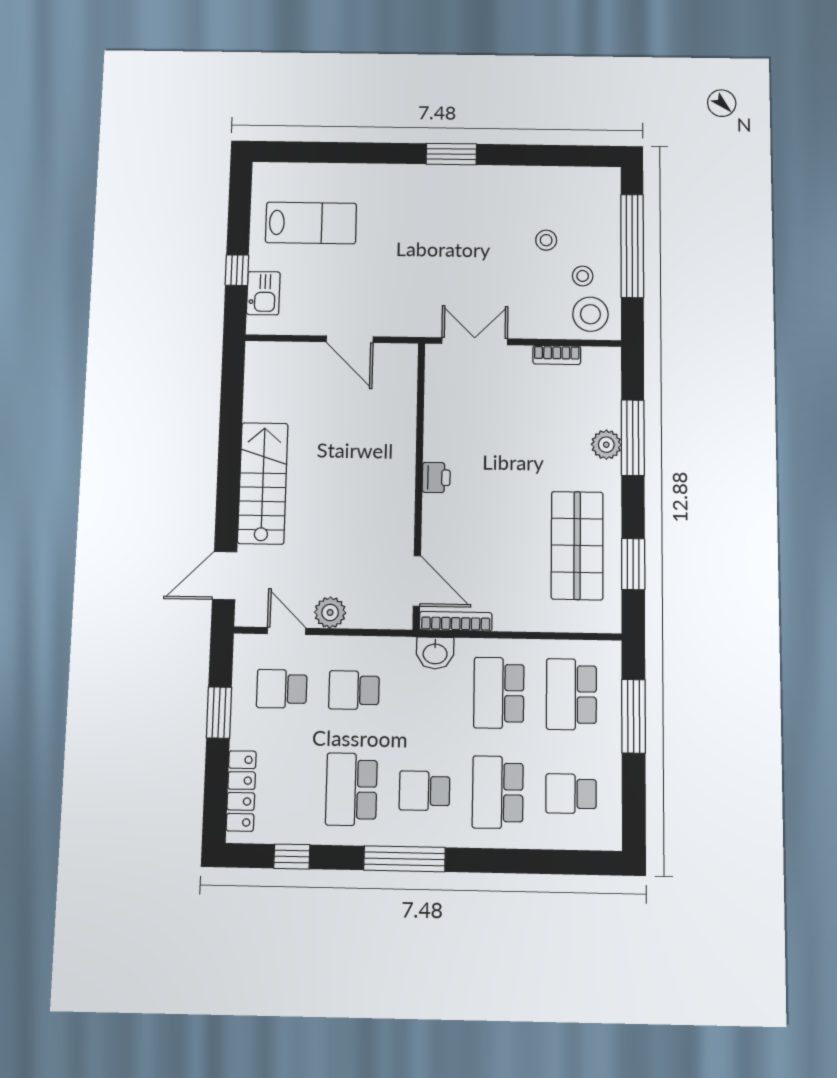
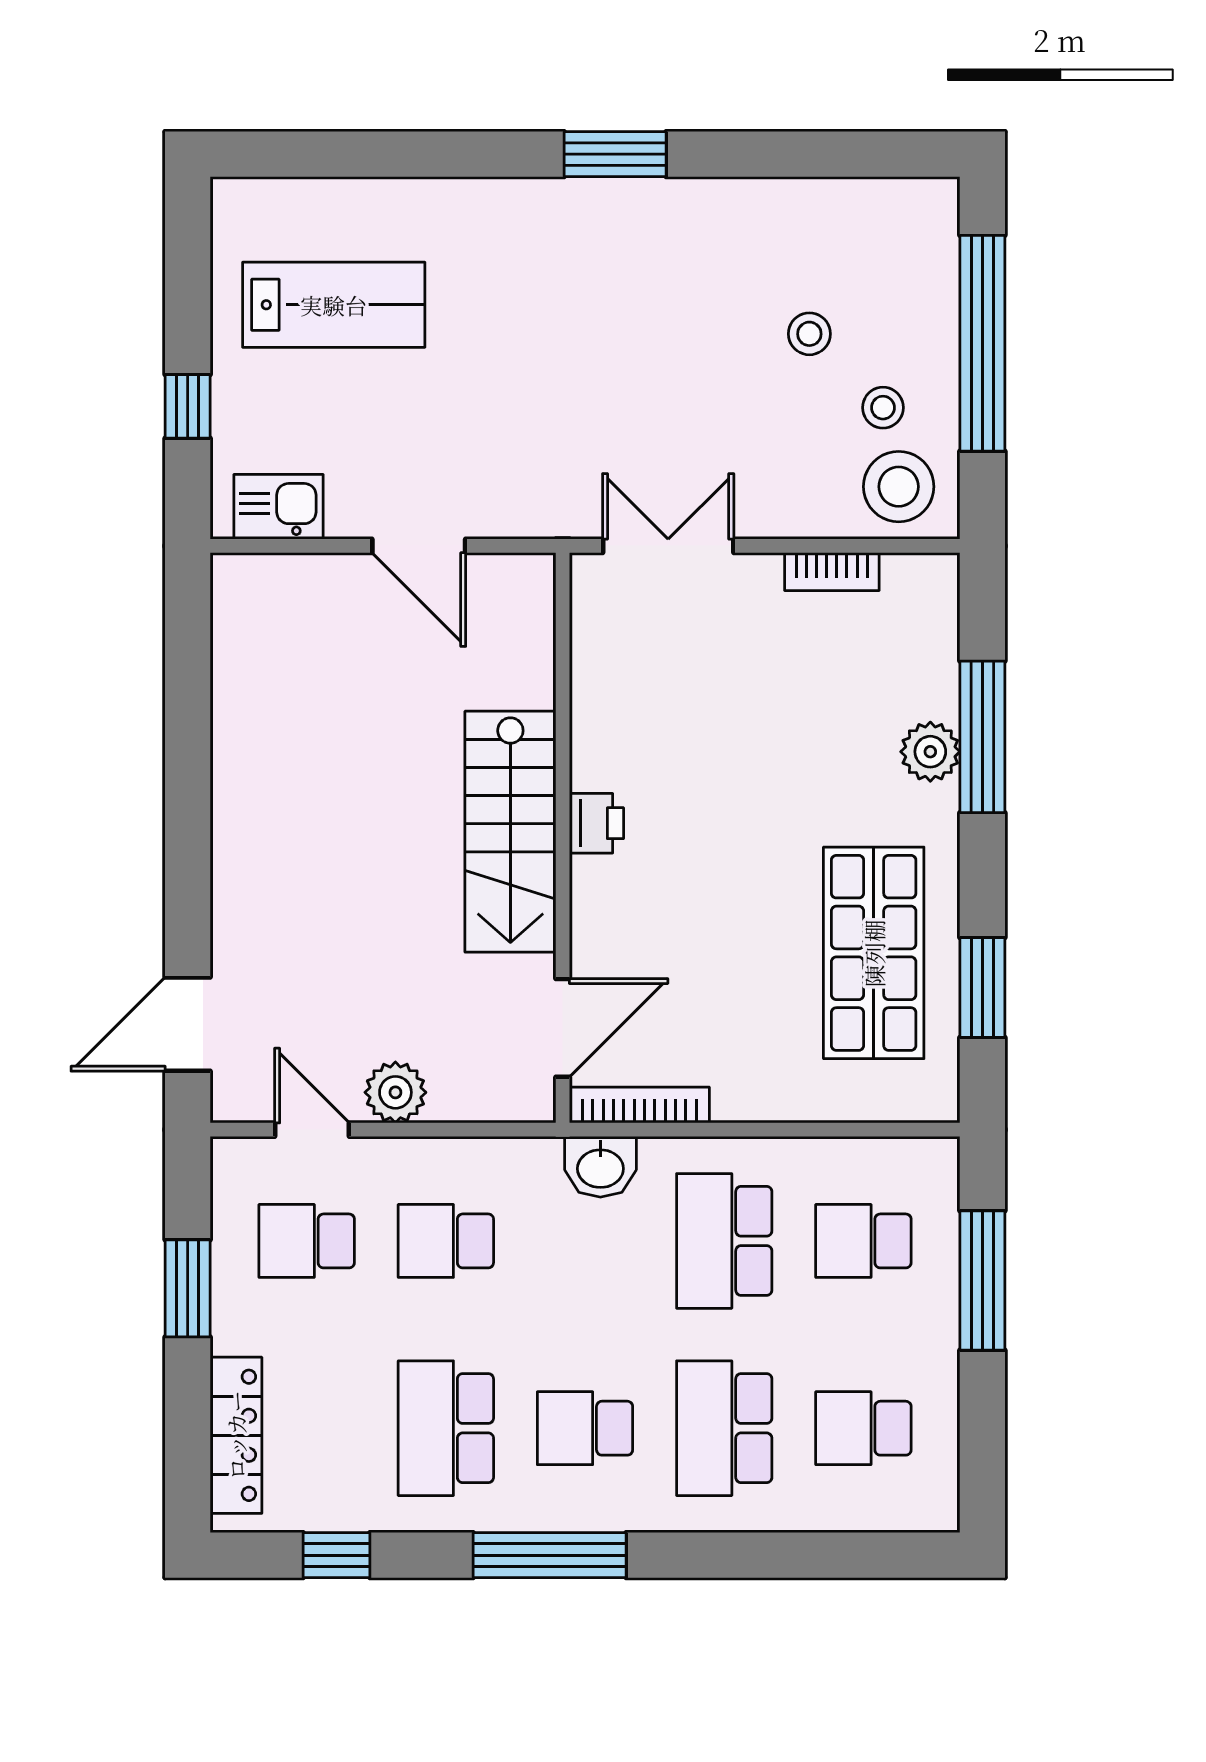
kitchen sink: (263, 293) -> (279, 507), moved, turned -90
stairs: (263, 483) -> (510, 832), moved, turned 180
door: (417, 581) -> (563, 1028), hinge flipped
school desk: (571, 694) -> (863, 1241), width x0.54

